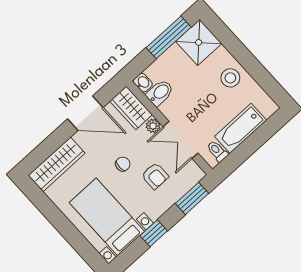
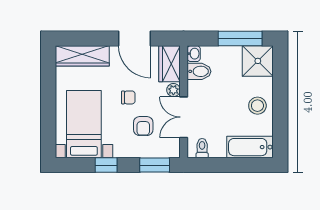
bathtub: (241, 128) -> (250, 147), moved

